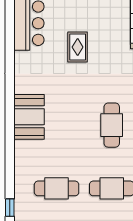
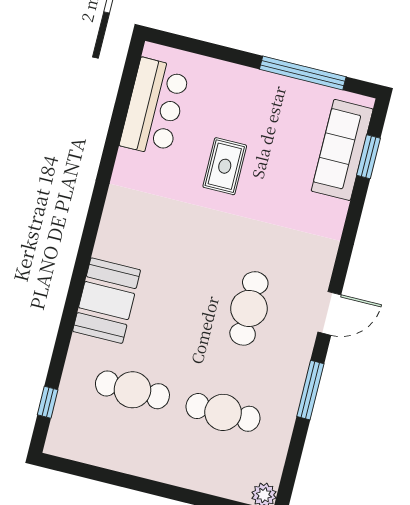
booth: (29, 117) -> (107, 301), moved

